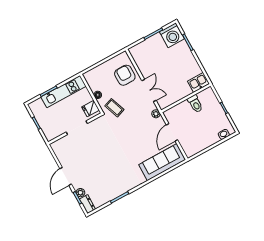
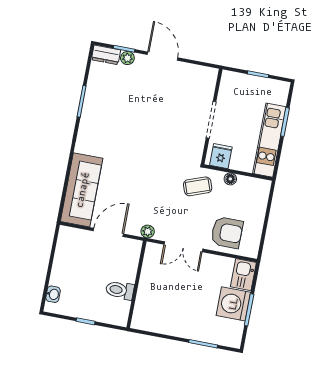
washing machine: (172, 35) -> (233, 304), moved
kitchen sink: (198, 82) -> (243, 275), moved, turned 180
door: (172, 132) -> (108, 232), hinge flipped

